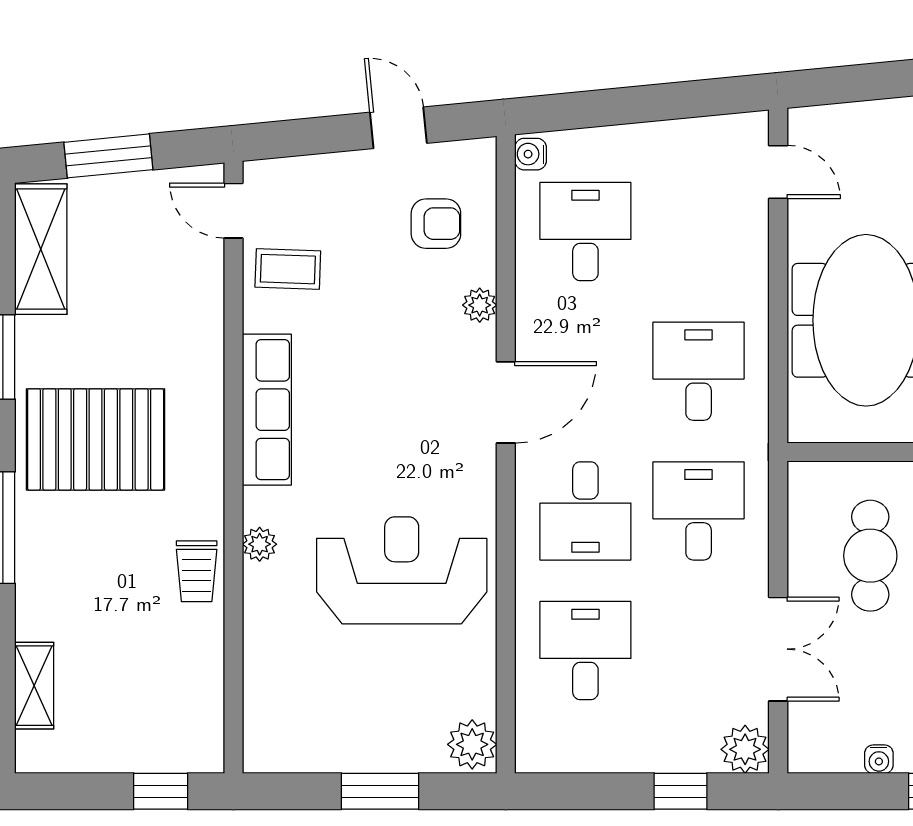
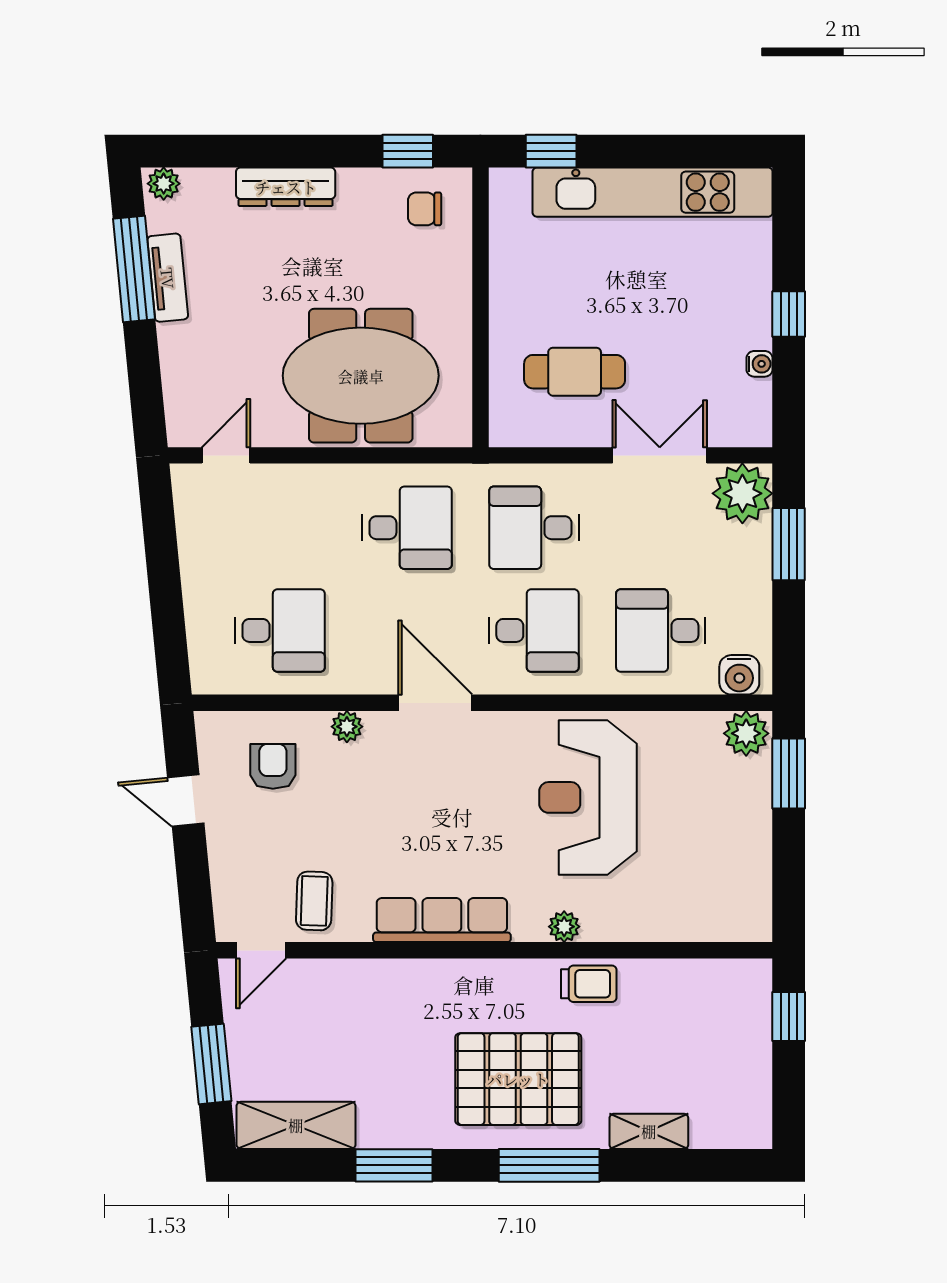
door: (398, 128) -> (186, 800), hinge flipped
water cooler: (531, 154) -> (739, 675), moved, width x1.38, depth x1.38
desk: (585, 232) -> (280, 630), turned 180
desk: (699, 371) -> (407, 528), turned 180
pallet: (96, 439) -> (518, 1079), moved, turned 90
shelving: (34, 686) -> (649, 1131), moved
plant: (745, 749) -> (742, 493), width x1.36, depth x1.36
window: (380, 791) -> (789, 773), moved
window: (680, 791) -> (789, 544), width x1.50

